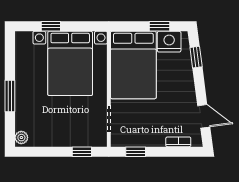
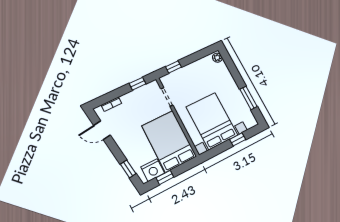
window: (10, 96) -> (248, 98), moved

